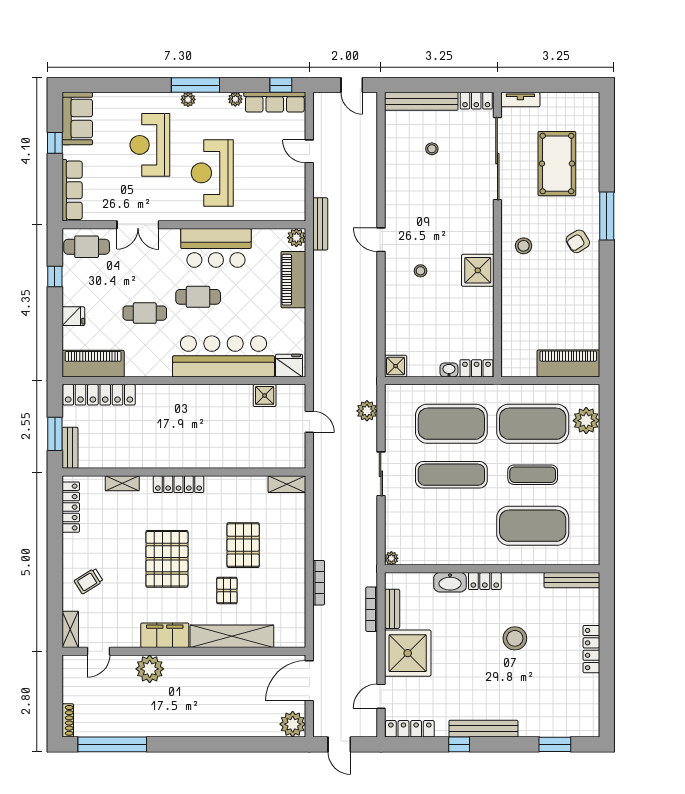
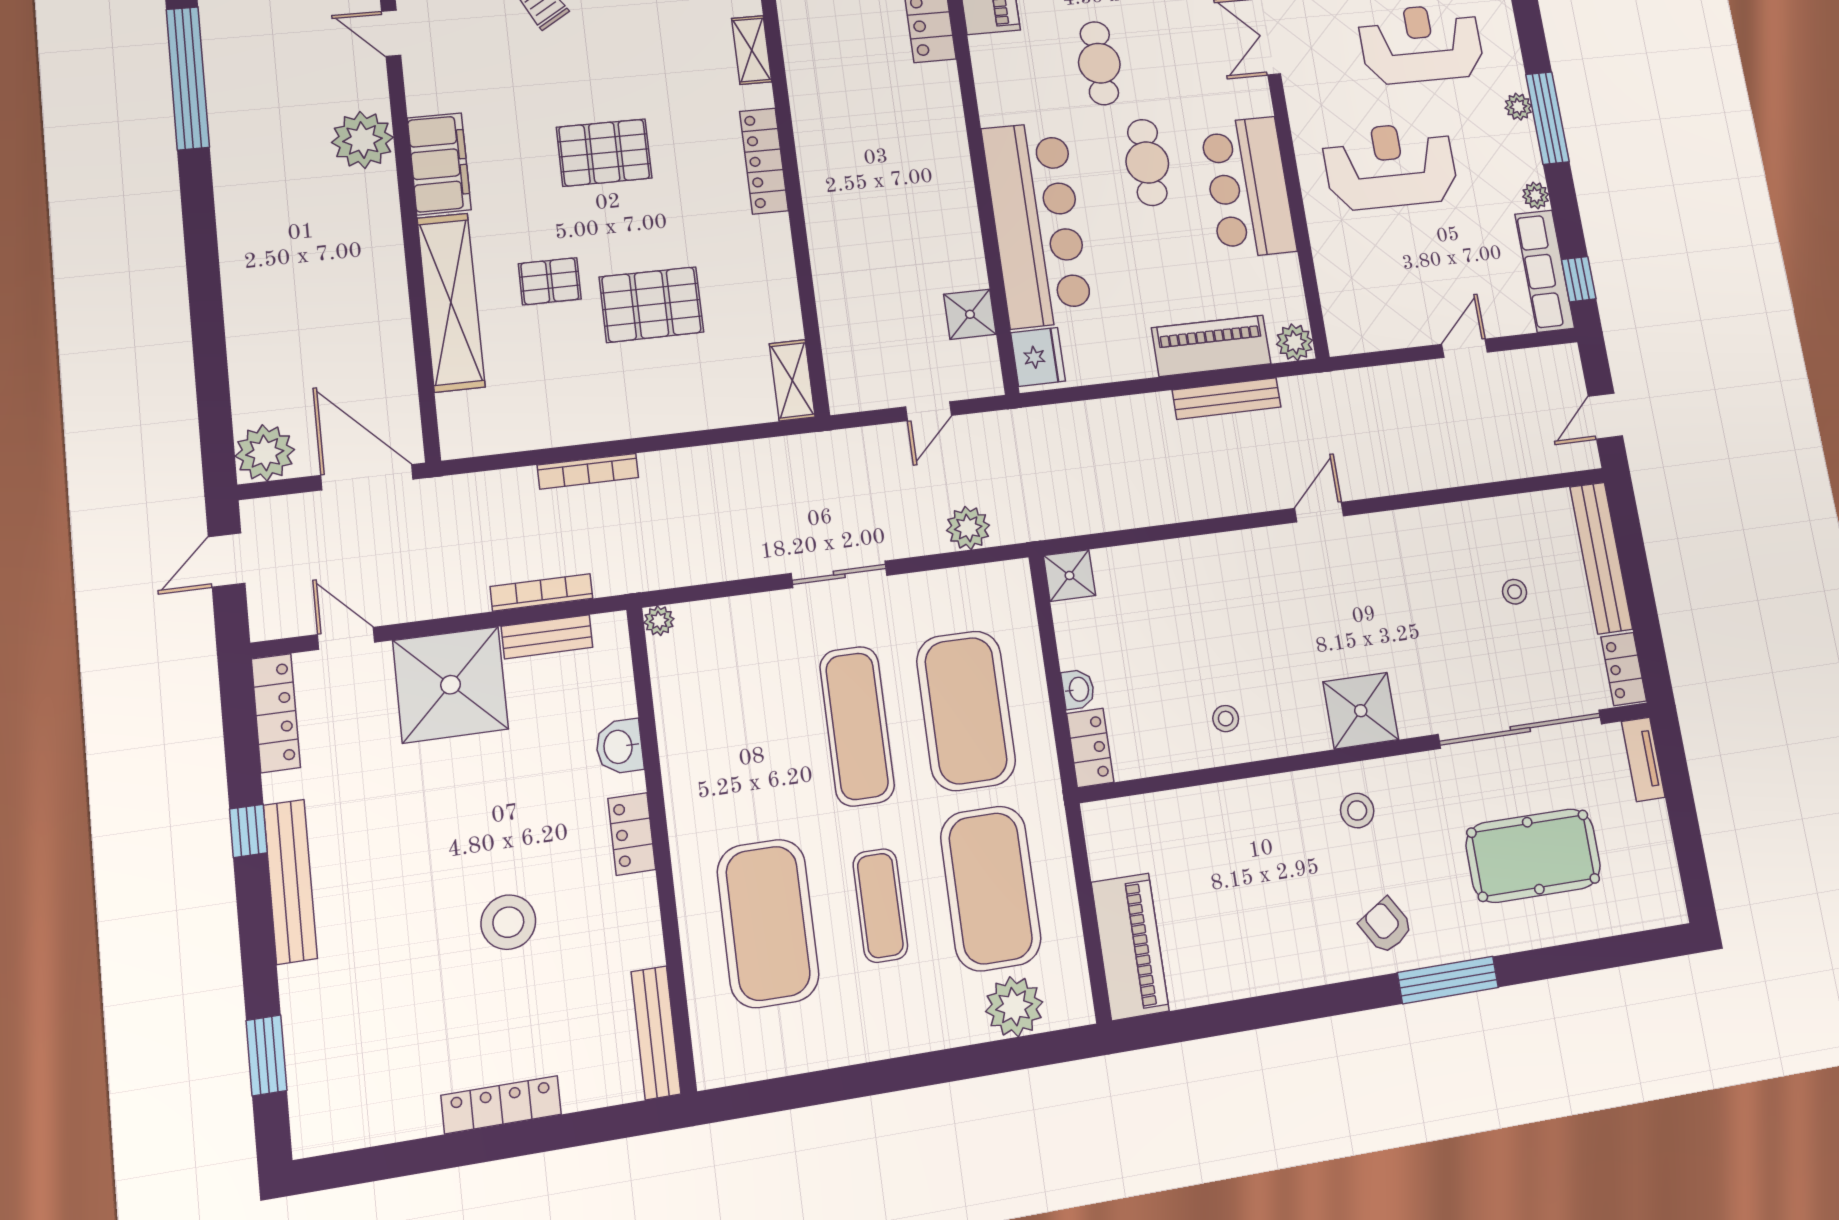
bench: (320, 224) -> (1227, 398), moved
shower: (478, 270) -> (1361, 711), moved
stool: (420, 271) -> (1226, 719), moved
pallet: (167, 559) -> (604, 153), width x0.73, depth x0.71
washbasin: (450, 582) -> (619, 747), width x0.72

